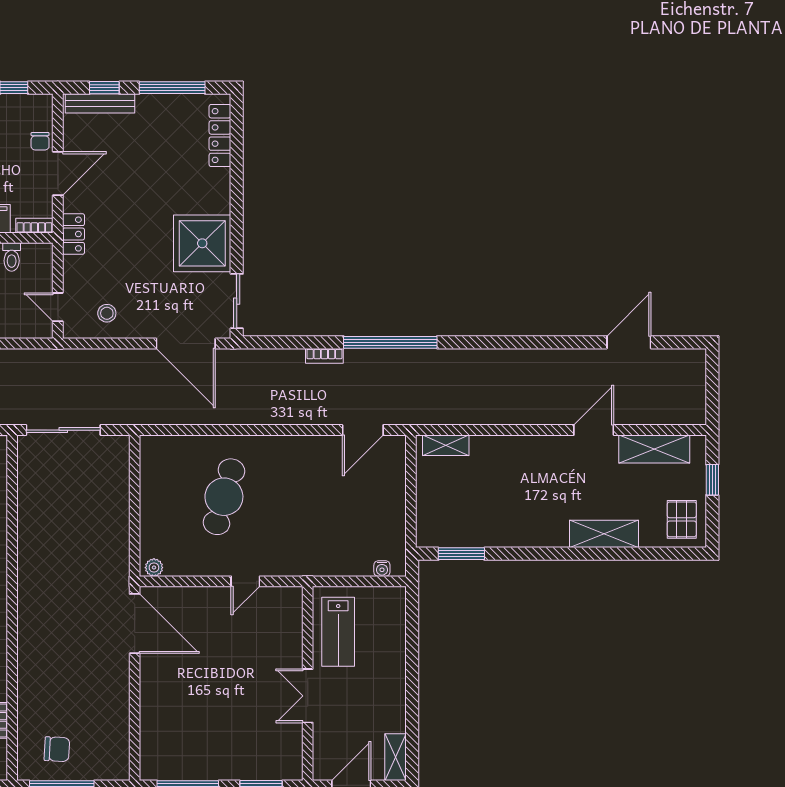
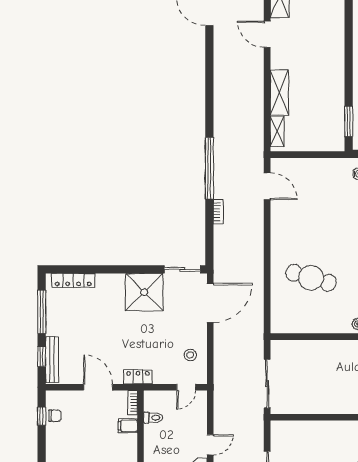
chair: (40, 141) -> (55, 416), moved
shelving: (604, 534) -> (279, 92), moved

